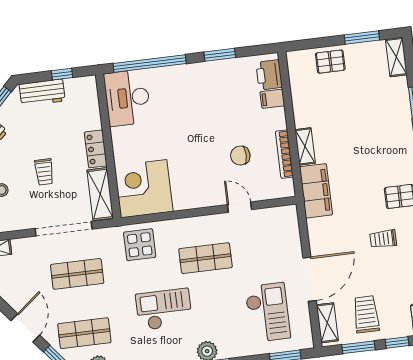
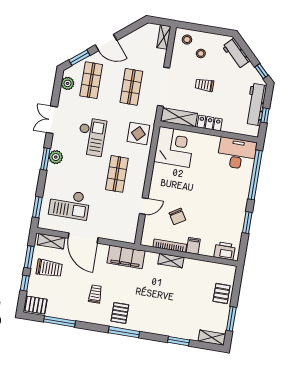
workbench: (42, 93) -> (256, 104), width x1.38
filing cabinet: (272, 99) -> (193, 246), moved
chair: (240, 156) -> (177, 216), turned 149
filing cabinet: (316, 191) -> (126, 257), moved

